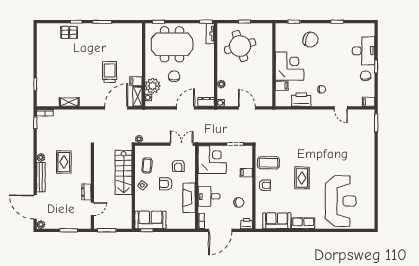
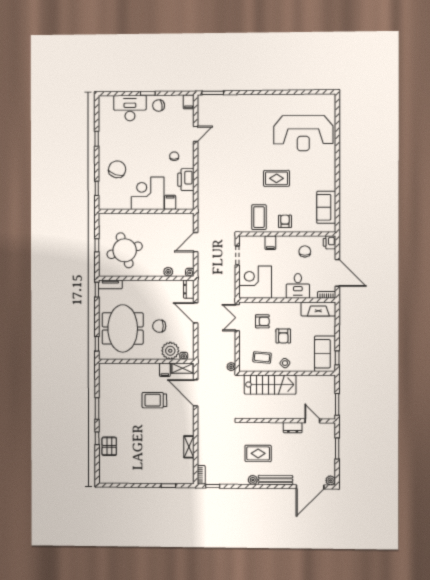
fireplace: (189, 198) -> (318, 309), moved
reception desk: (341, 201) -> (303, 133), turned 180
row of seats: (303, 223) -> (329, 177), removed

